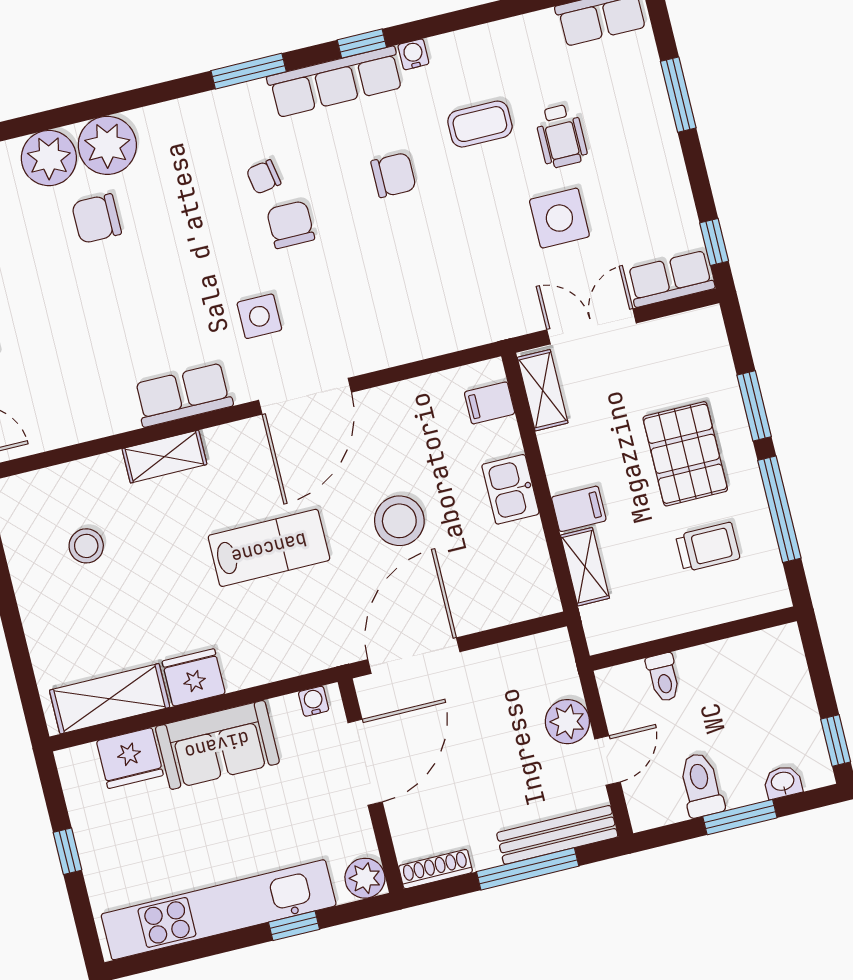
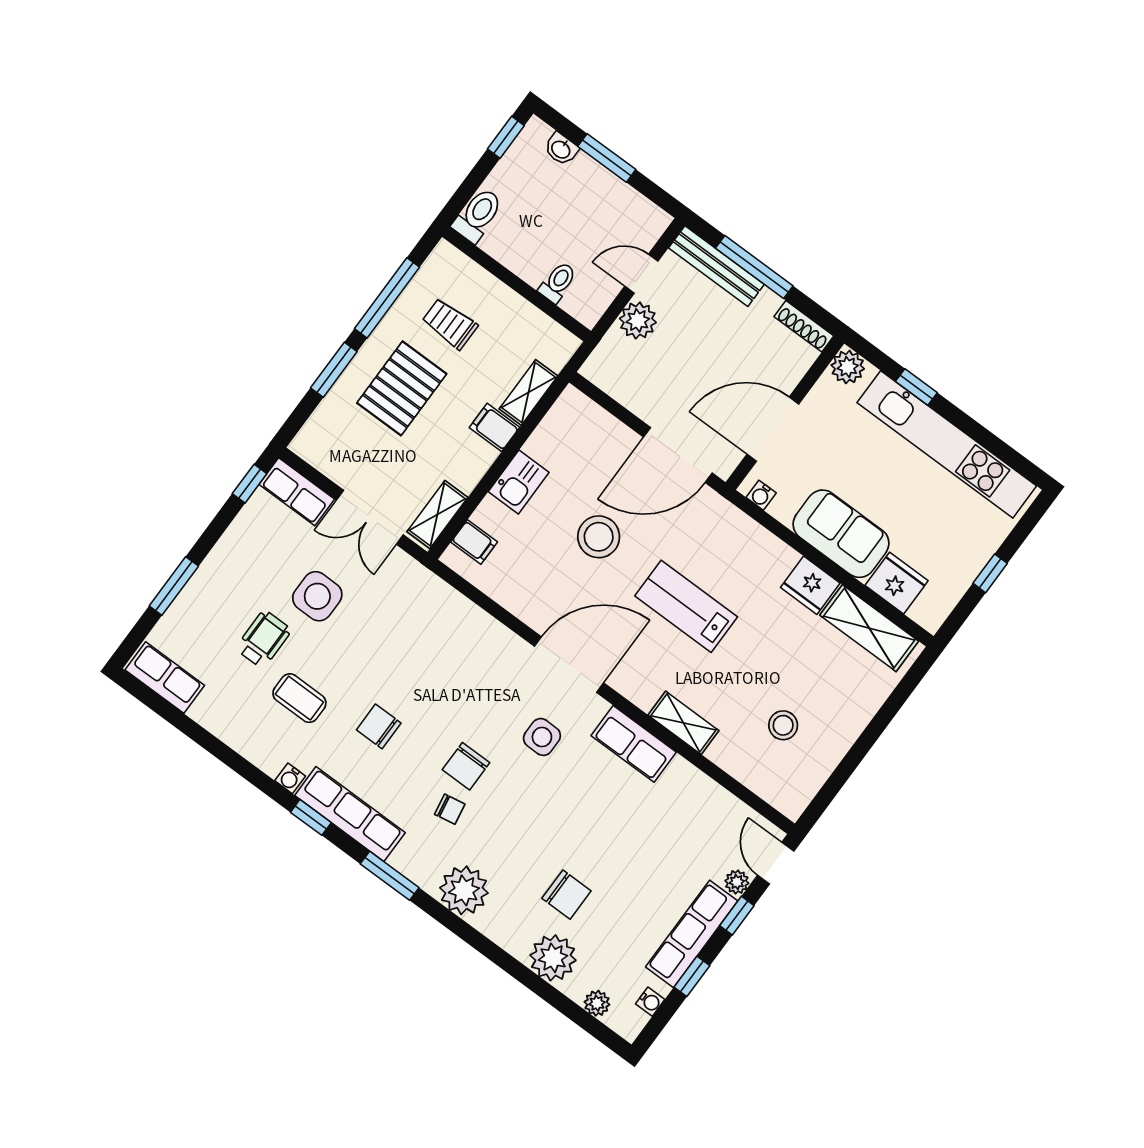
plant: (107, 145) -> (464, 890), moved
toilet: (701, 785) -> (478, 215), moved, turned 180

